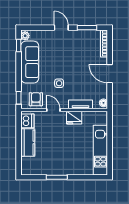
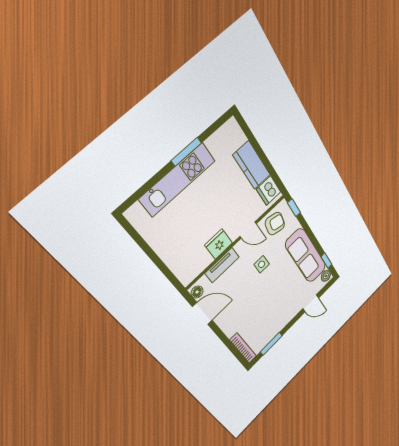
door: (61, 28) -> (311, 303), moved
door: (110, 74) -> (202, 313), moved
armchair: (36, 99) -> (275, 224), turned -79
kitchen unit: (100, 150) -> (177, 180), moved, turned 90

